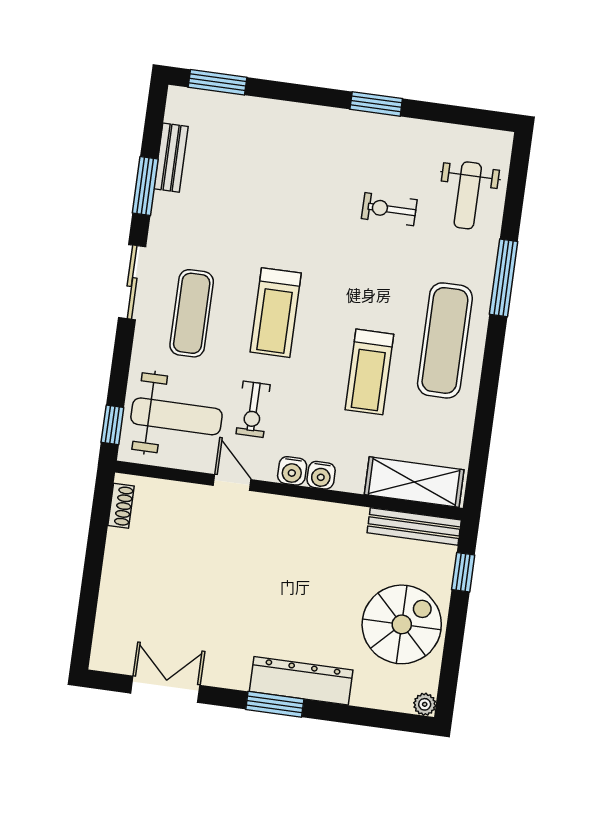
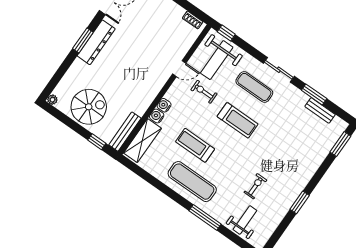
weight bench: (468, 195) -> (245, 220), turned 90
treadmill: (276, 313) -> (238, 120), turned 180
water cooler: (292, 471) -> (157, 116), moved
spiral stairs: (402, 624) -> (89, 107), turned -90
dresser: (301, 681) -> (96, 42), moved

